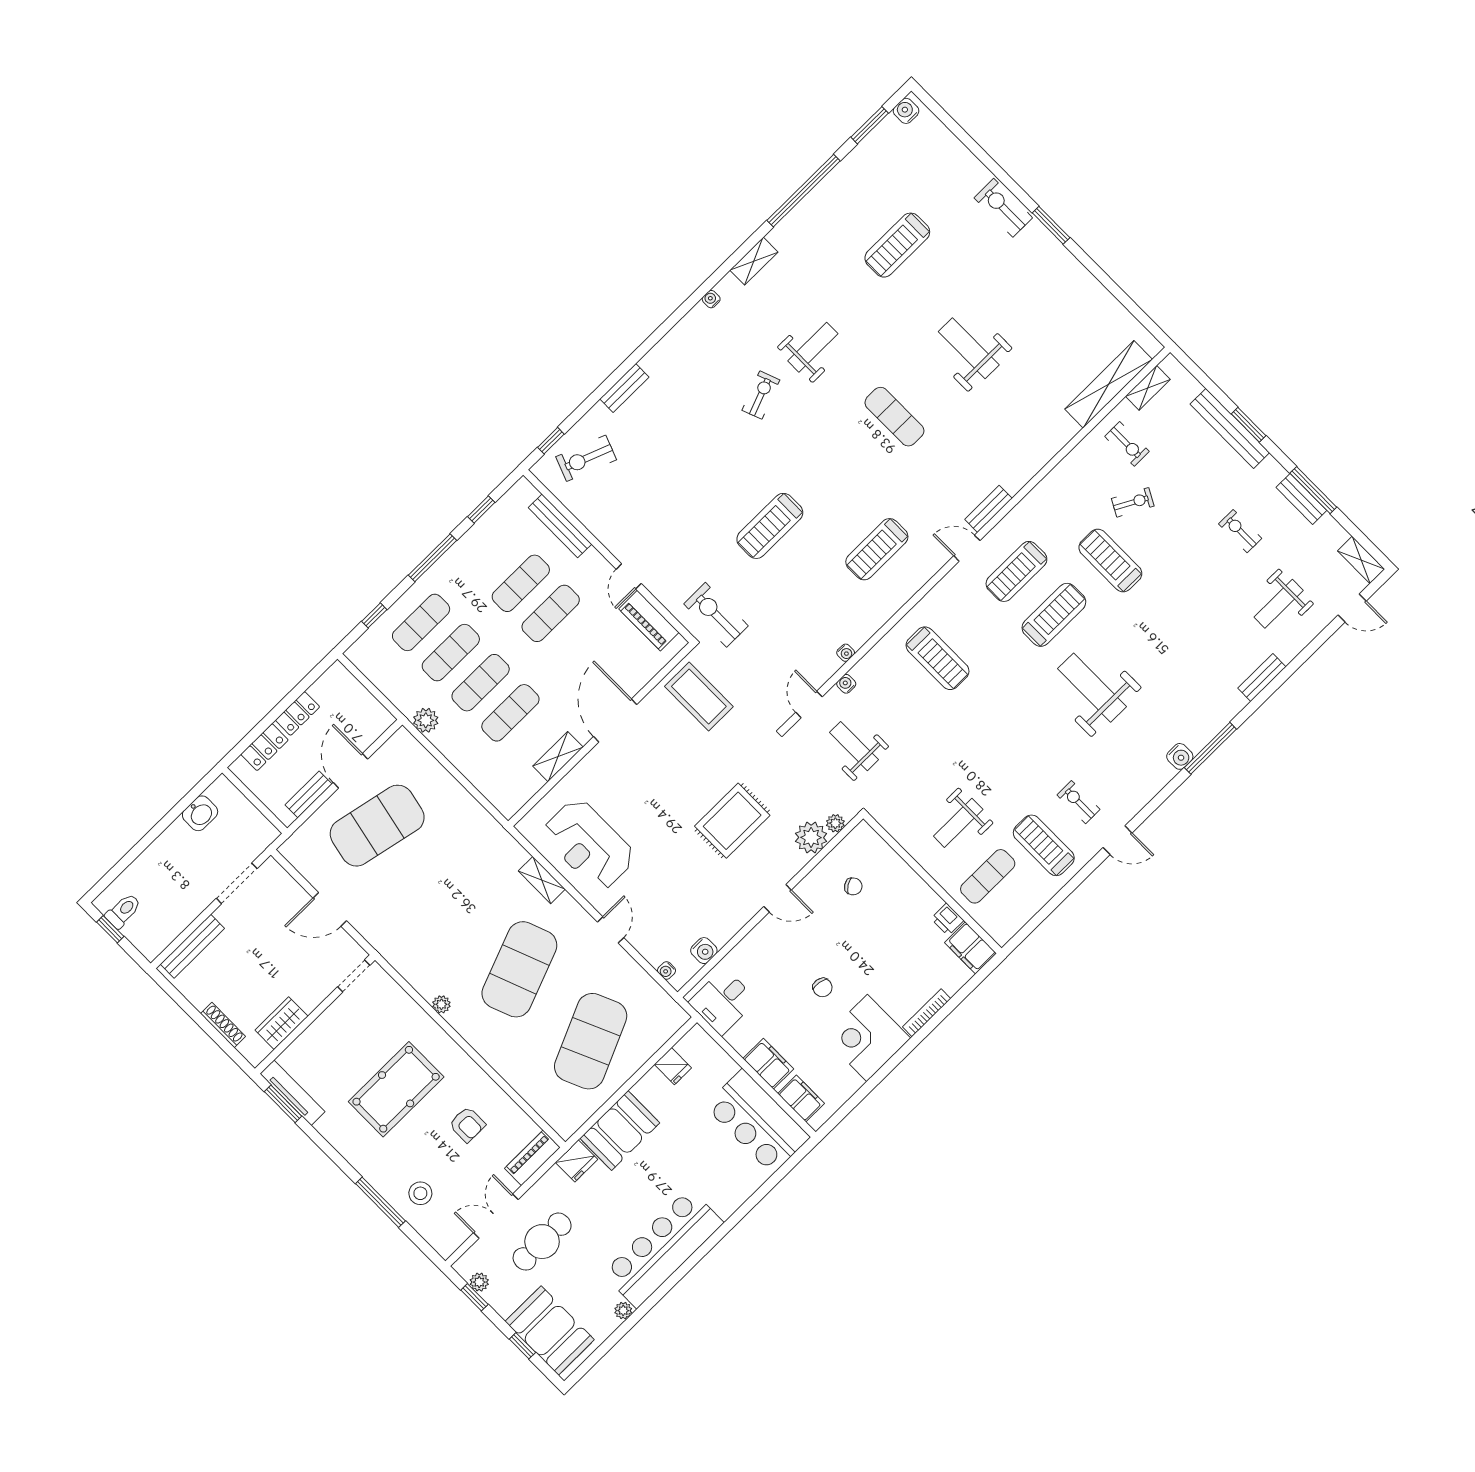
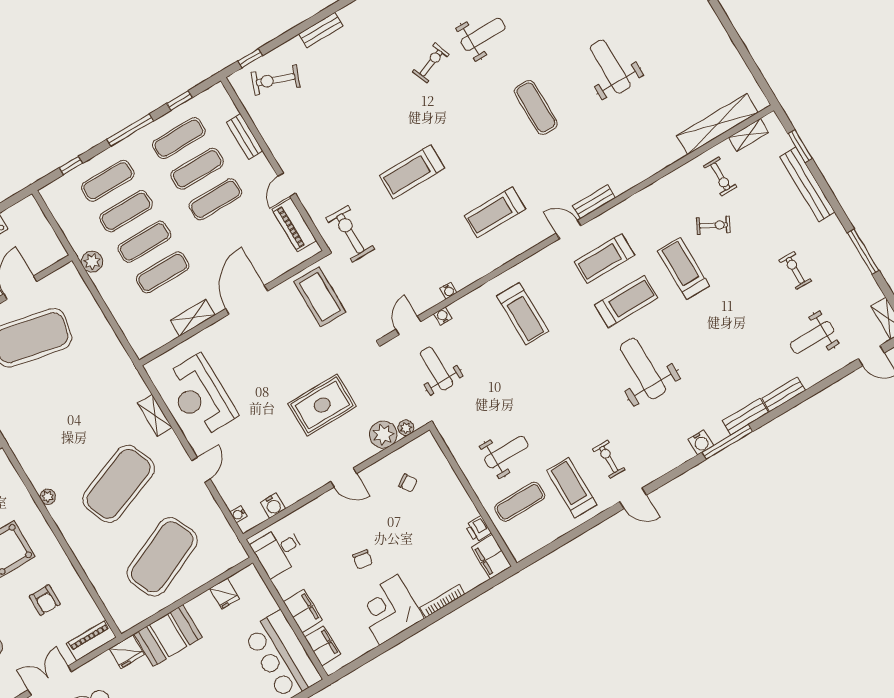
window: (1249, 425) -> (800, 146), moved
bench: (1301, 499) -> (745, 417), moved, turned 90
bench: (560, 526) -> (245, 136), width x0.73
exercise mat: (491, 553) -> (179, 138), added
weight bench: (958, 823) -> (506, 452), turned 180

